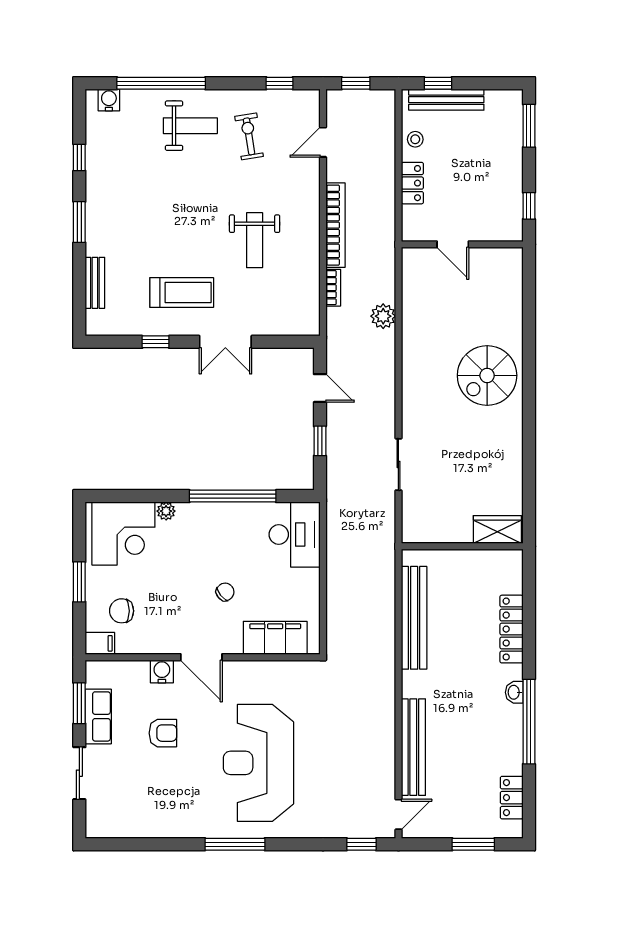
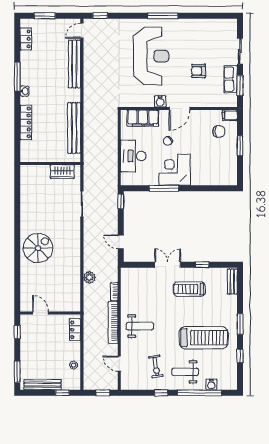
window: (279, 83) -> (161, 393), moved
water cooler: (109, 100) -> (211, 385), moved
bench: (446, 100) -> (43, 385), moved
door: (323, 142) -> (119, 364), swing flipped
locker: (412, 183) -> (75, 330), moved
treadmill: (153, 194) -> (204, 338), added
weight bench: (255, 240) -> (140, 326), moved, turned 90
door: (453, 244) -> (40, 313), moved
bench: (95, 283) -> (232, 281), moved
window: (320, 441) -> (121, 201), moved
window: (233, 496) -> (164, 188), width x0.68
plant: (166, 511) -> (197, 181), removed
wardrobe: (497, 530) -> (62, 172), moved
corner desk: (123, 533) -> (175, 170), moved
desk: (295, 535) -> (133, 156), moved
door: (201, 657) -> (179, 108), swing flipped
water cooler: (162, 671) -> (160, 101), moved
window: (529, 722) -> (17, 77), width x0.68

